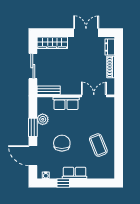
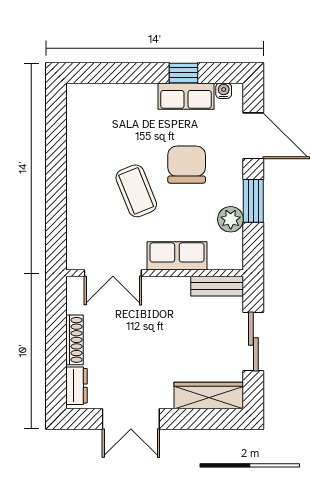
chair: (62, 143) -> (187, 165), turned 180
coffee table: (98, 145) -> (136, 191), moved
row of seats: (75, 173) -> (186, 96), moved

